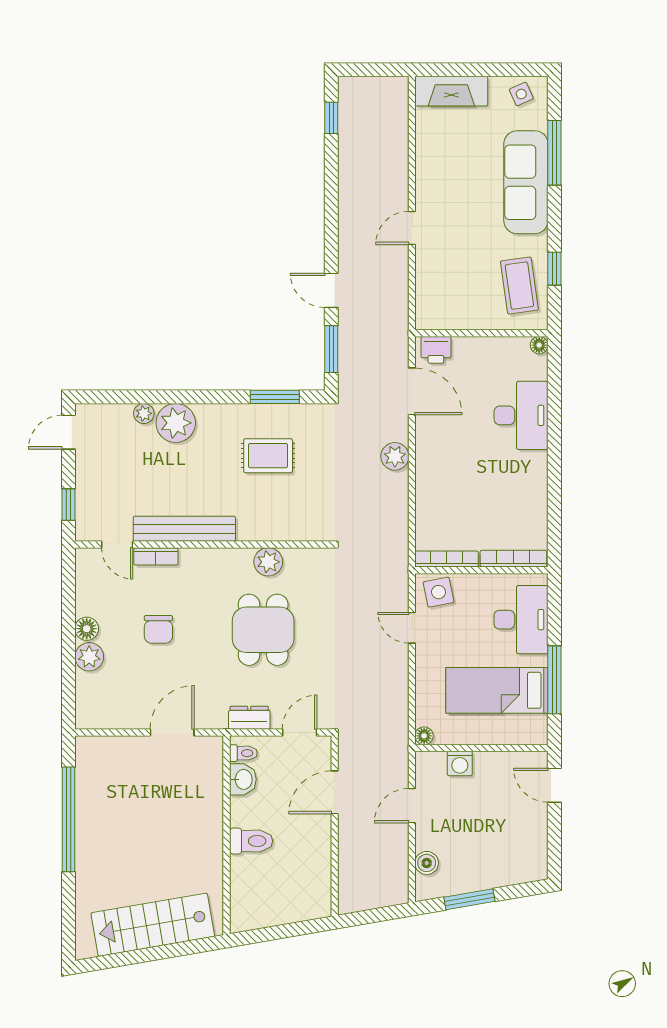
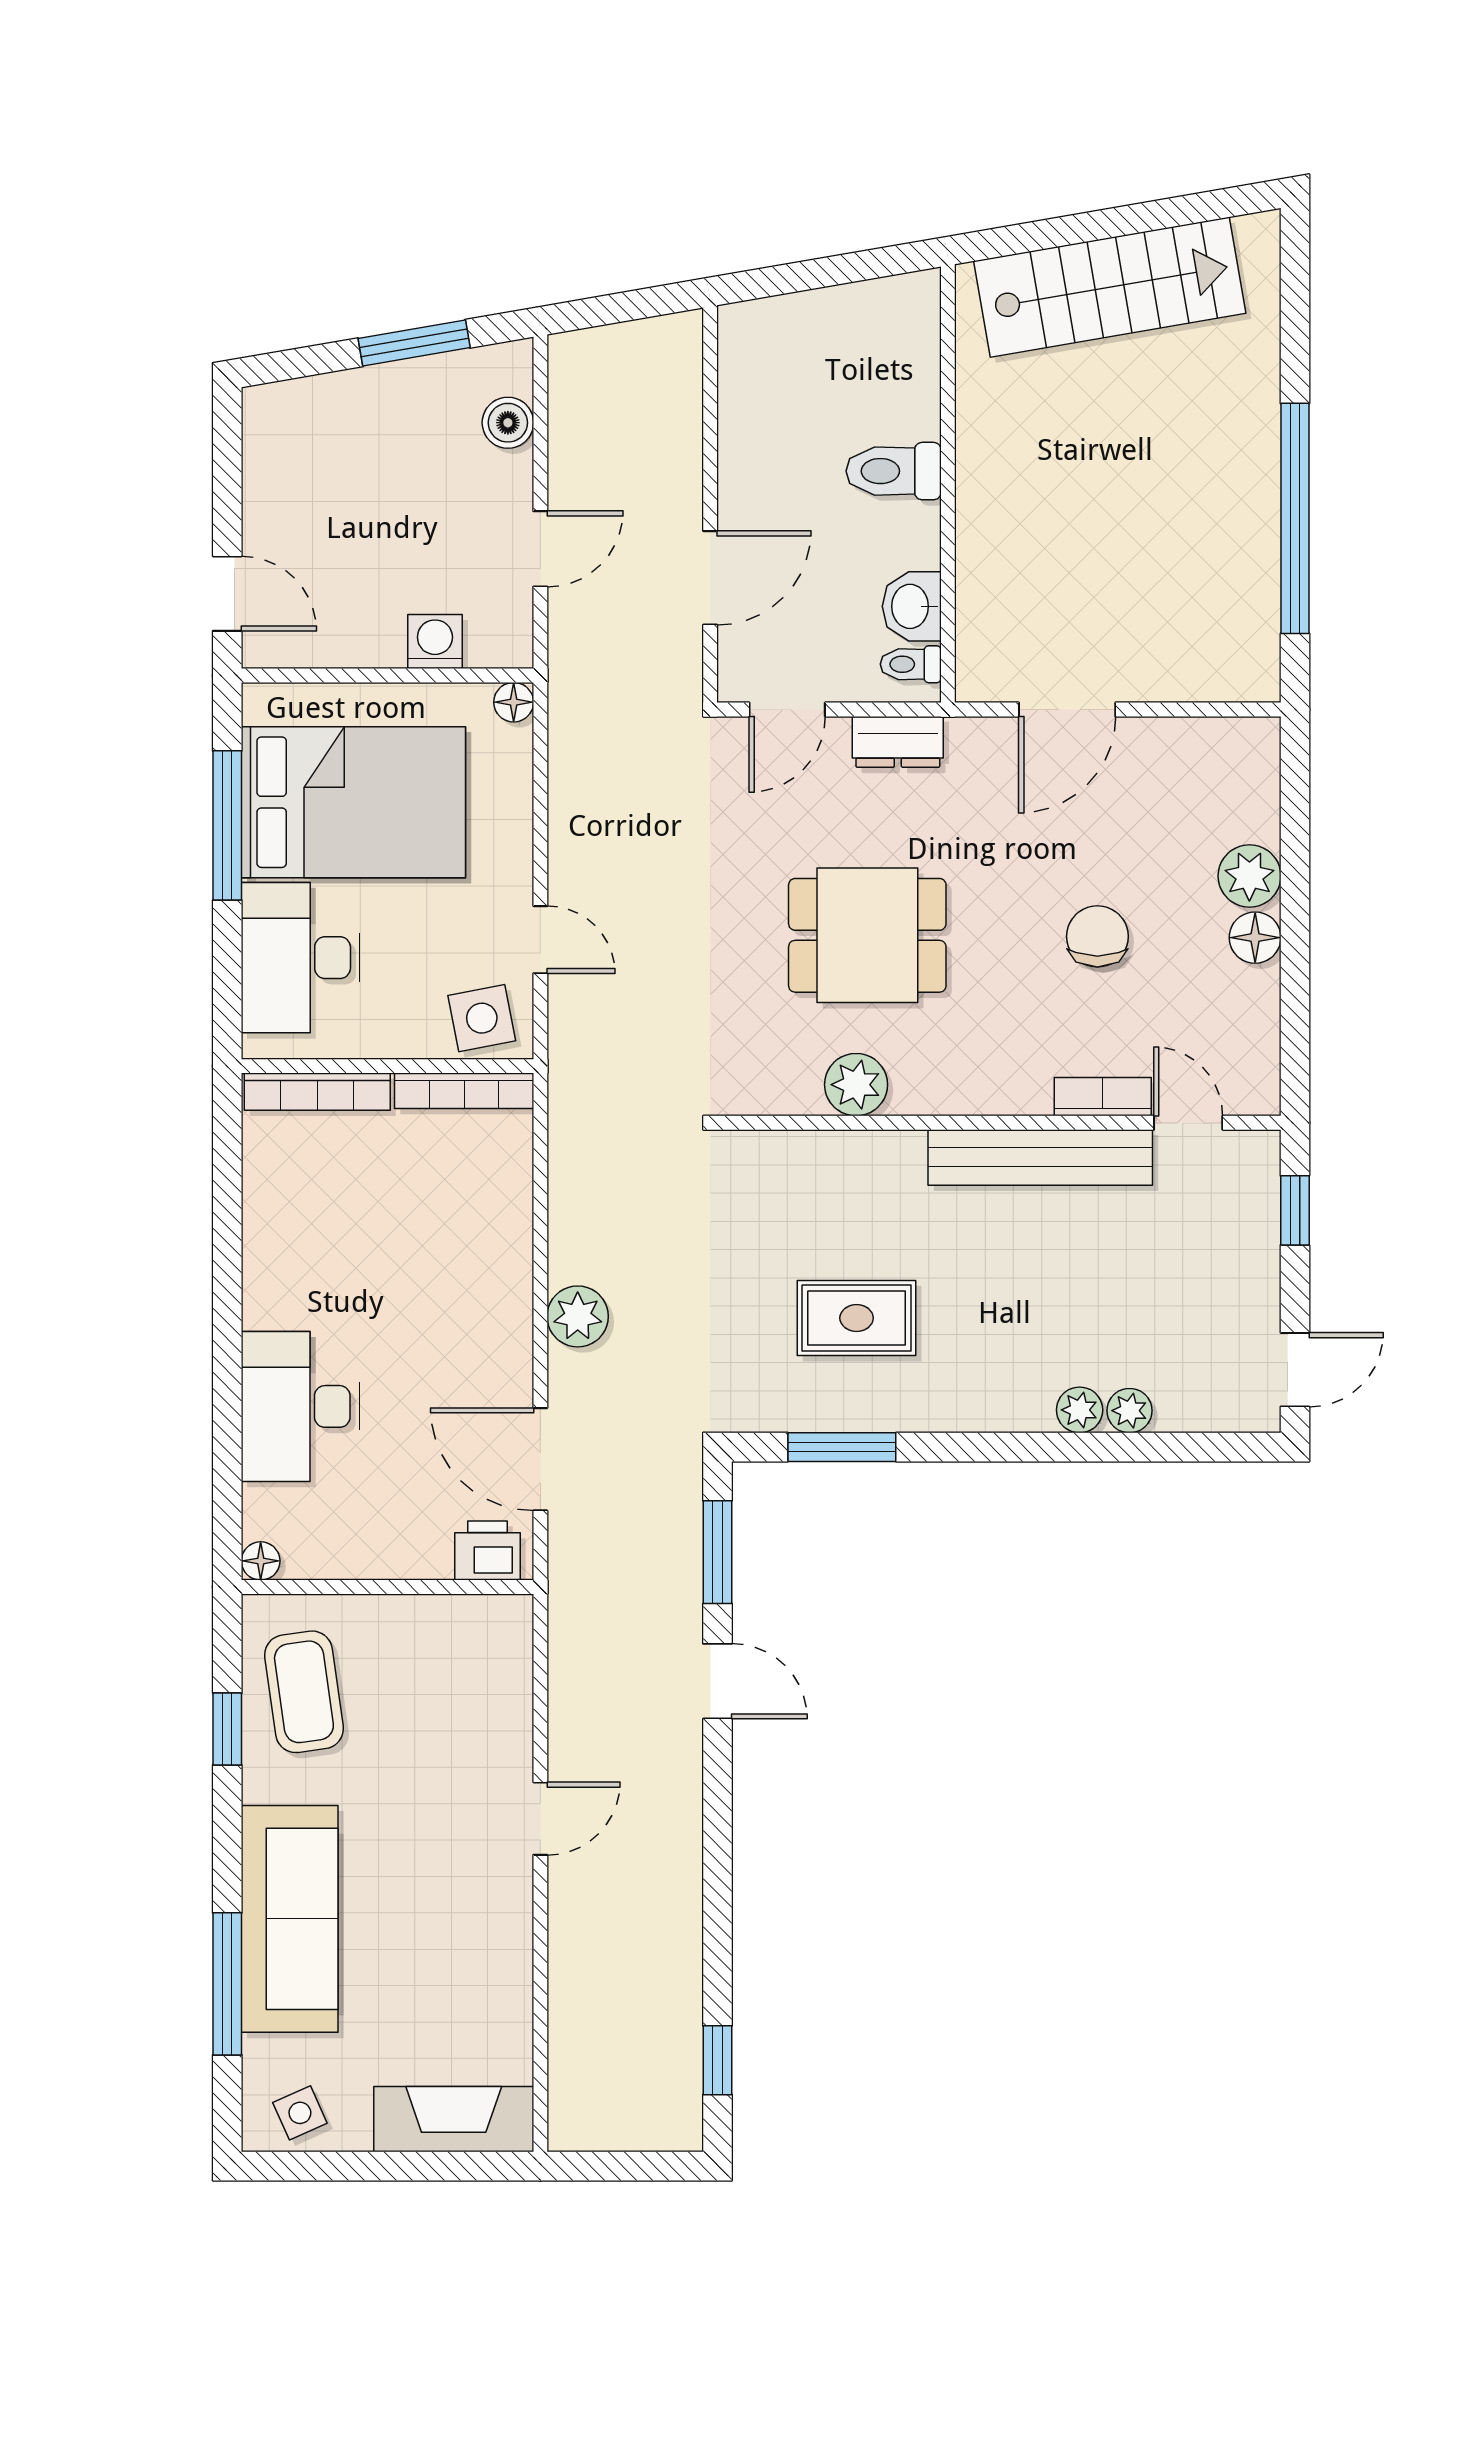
plant: (176, 423) -> (1080, 1410), width x0.53, depth x0.53
dining table: (263, 630) -> (867, 935), turned 90
bed: (497, 690) -> (353, 802), width x1.50

